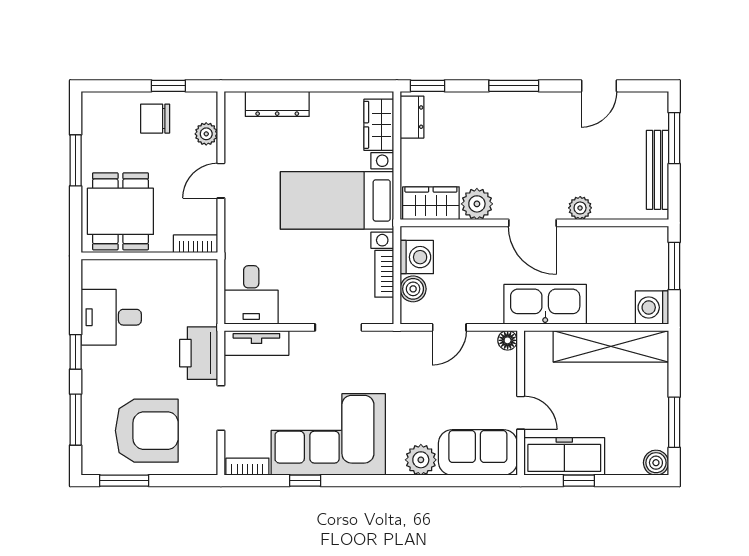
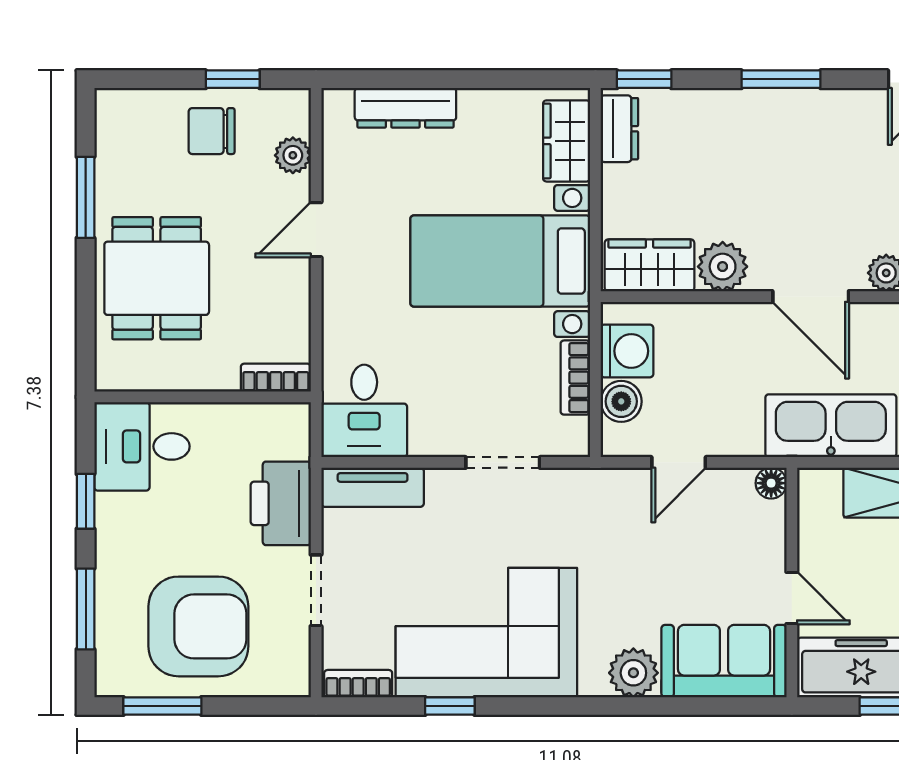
bookcase: (196, 244) -> (276, 378), moved
wall: (149, 256) -> (203, 397), moved

